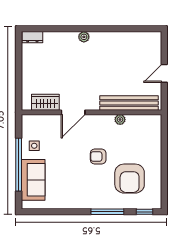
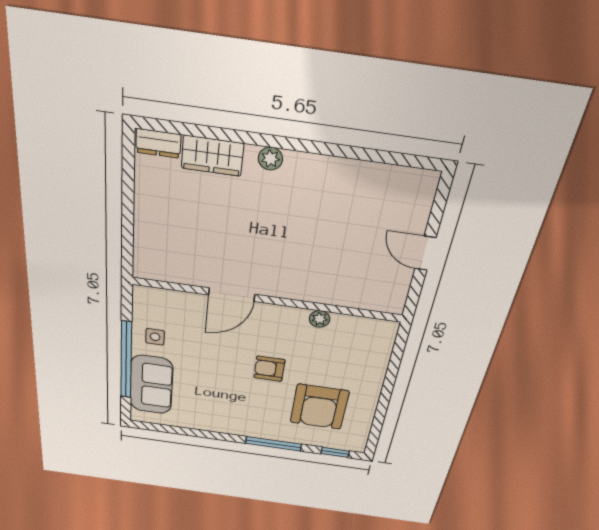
door: (164, 73) -> (425, 253), hinge flipped
wardrobe: (45, 102) -> (212, 156), moved, turned 180
bench: (129, 103) -> (342, 295), removed

